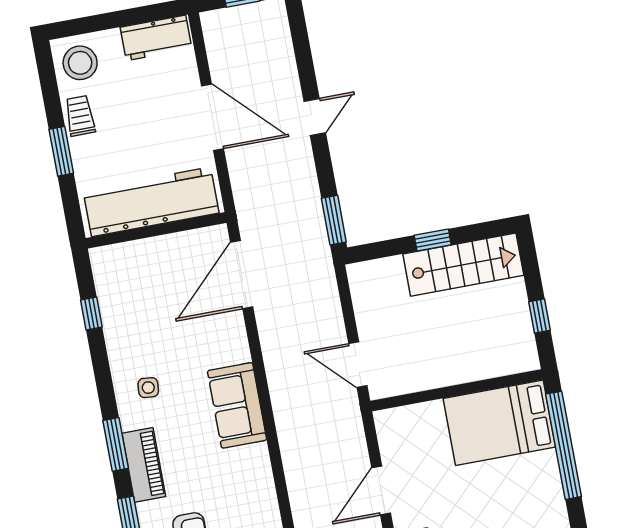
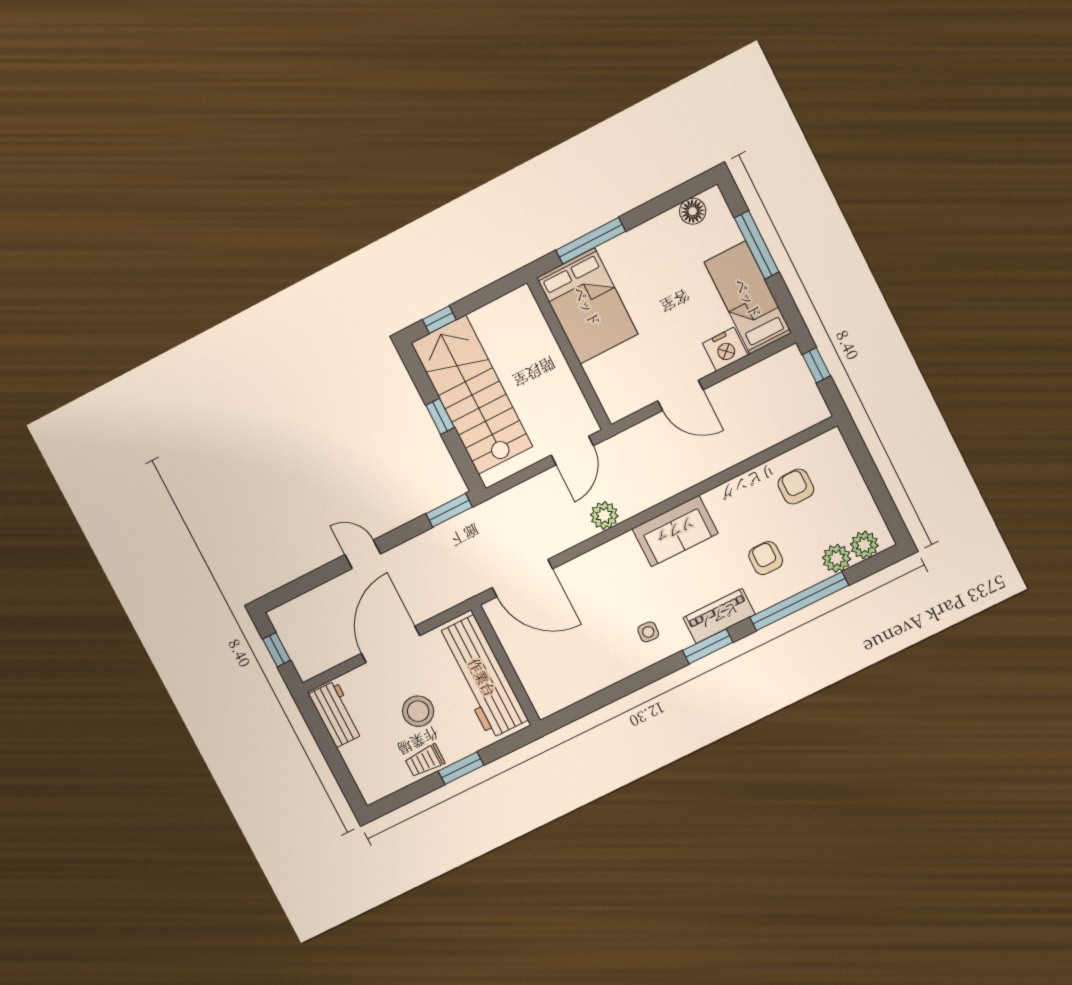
stool: (80, 63) -> (418, 711), moved
stairs: (463, 265) -> (472, 395), width x1.36, depth x1.51
window: (91, 313) -> (597, 701), removed
window: (540, 316) -> (439, 320), moved
plant: (282, 378) -> (604, 515), added
sofa: (237, 405) -> (675, 531), moved
window: (564, 445) -> (591, 241), width x0.68

